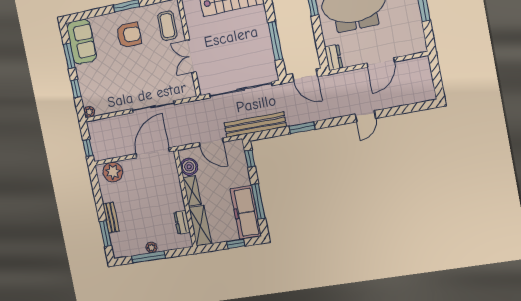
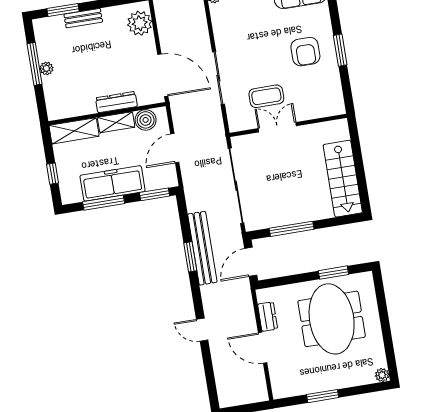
coffee table: (167, 26) -> (266, 96), moved
dresser: (334, 57) -> (268, 317), moved, turned -90
bench: (255, 125) -> (202, 248), moved
window: (250, 159) -> (155, 194), width x1.50
freezer: (246, 212) -> (113, 183), moved
dresser: (182, 222) -> (116, 102), moved, width x1.44

